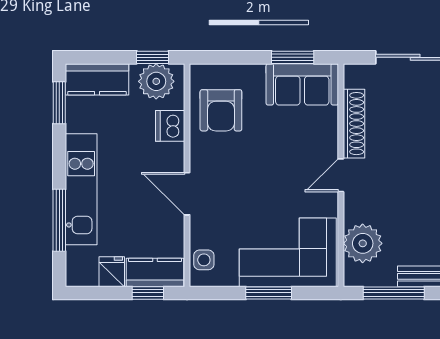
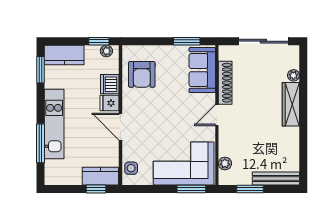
plant: (156, 81) -> (106, 51), width x0.53, depth x0.53
sofa: (302, 84) -> (202, 70), moved, turned 90
plant: (363, 243) -> (225, 163), width x0.53, depth x0.53
fridge: (112, 272) -> (109, 103), moved, turned -90
window: (269, 293) -> (191, 189), moved
window: (394, 293) -> (250, 189), width x0.69

